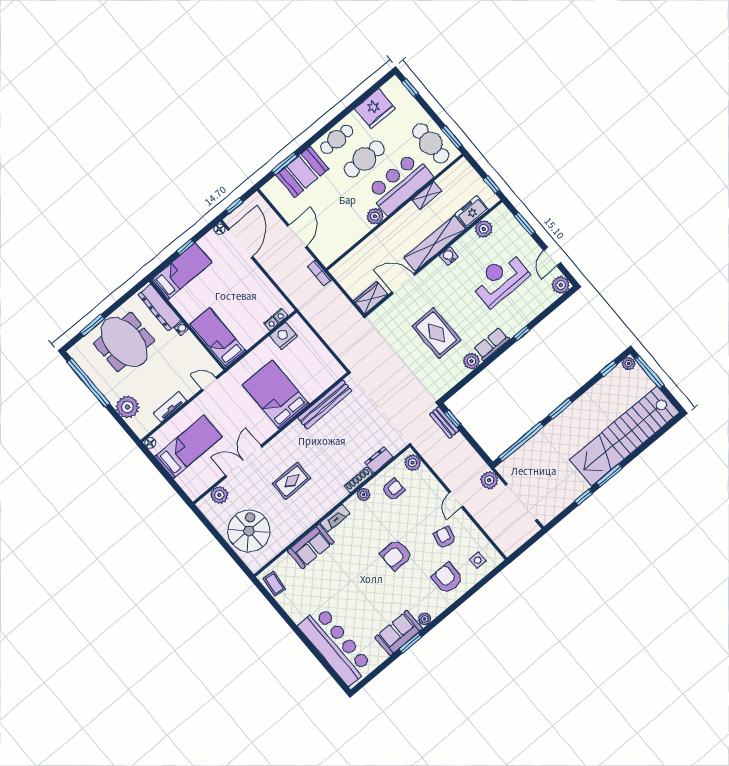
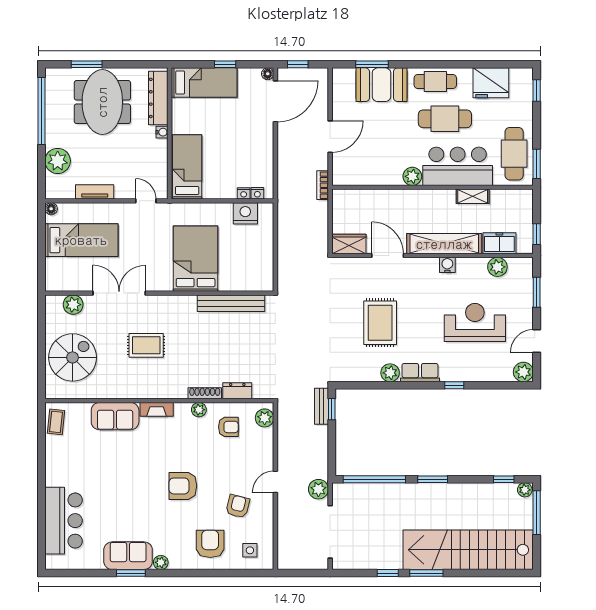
bar counter: (335, 646) -> (64, 521), width x0.73

